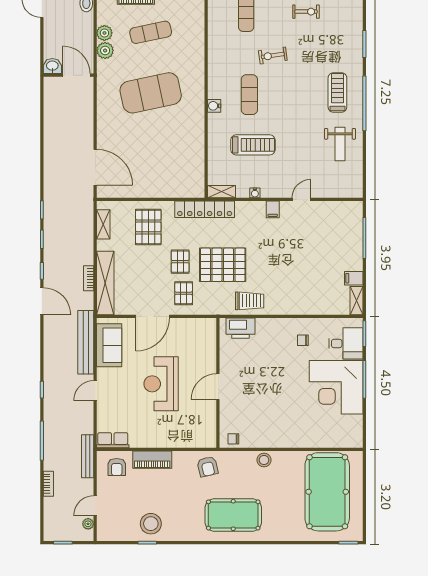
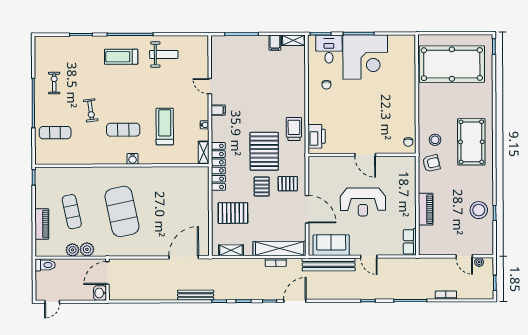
pallet: (180, 262) -> (262, 187), turned 90
bench: (88, 456) -> (196, 295), moved
stool: (264, 460) -> (435, 140), moved
armchair: (117, 467) -> (432, 239), removed

